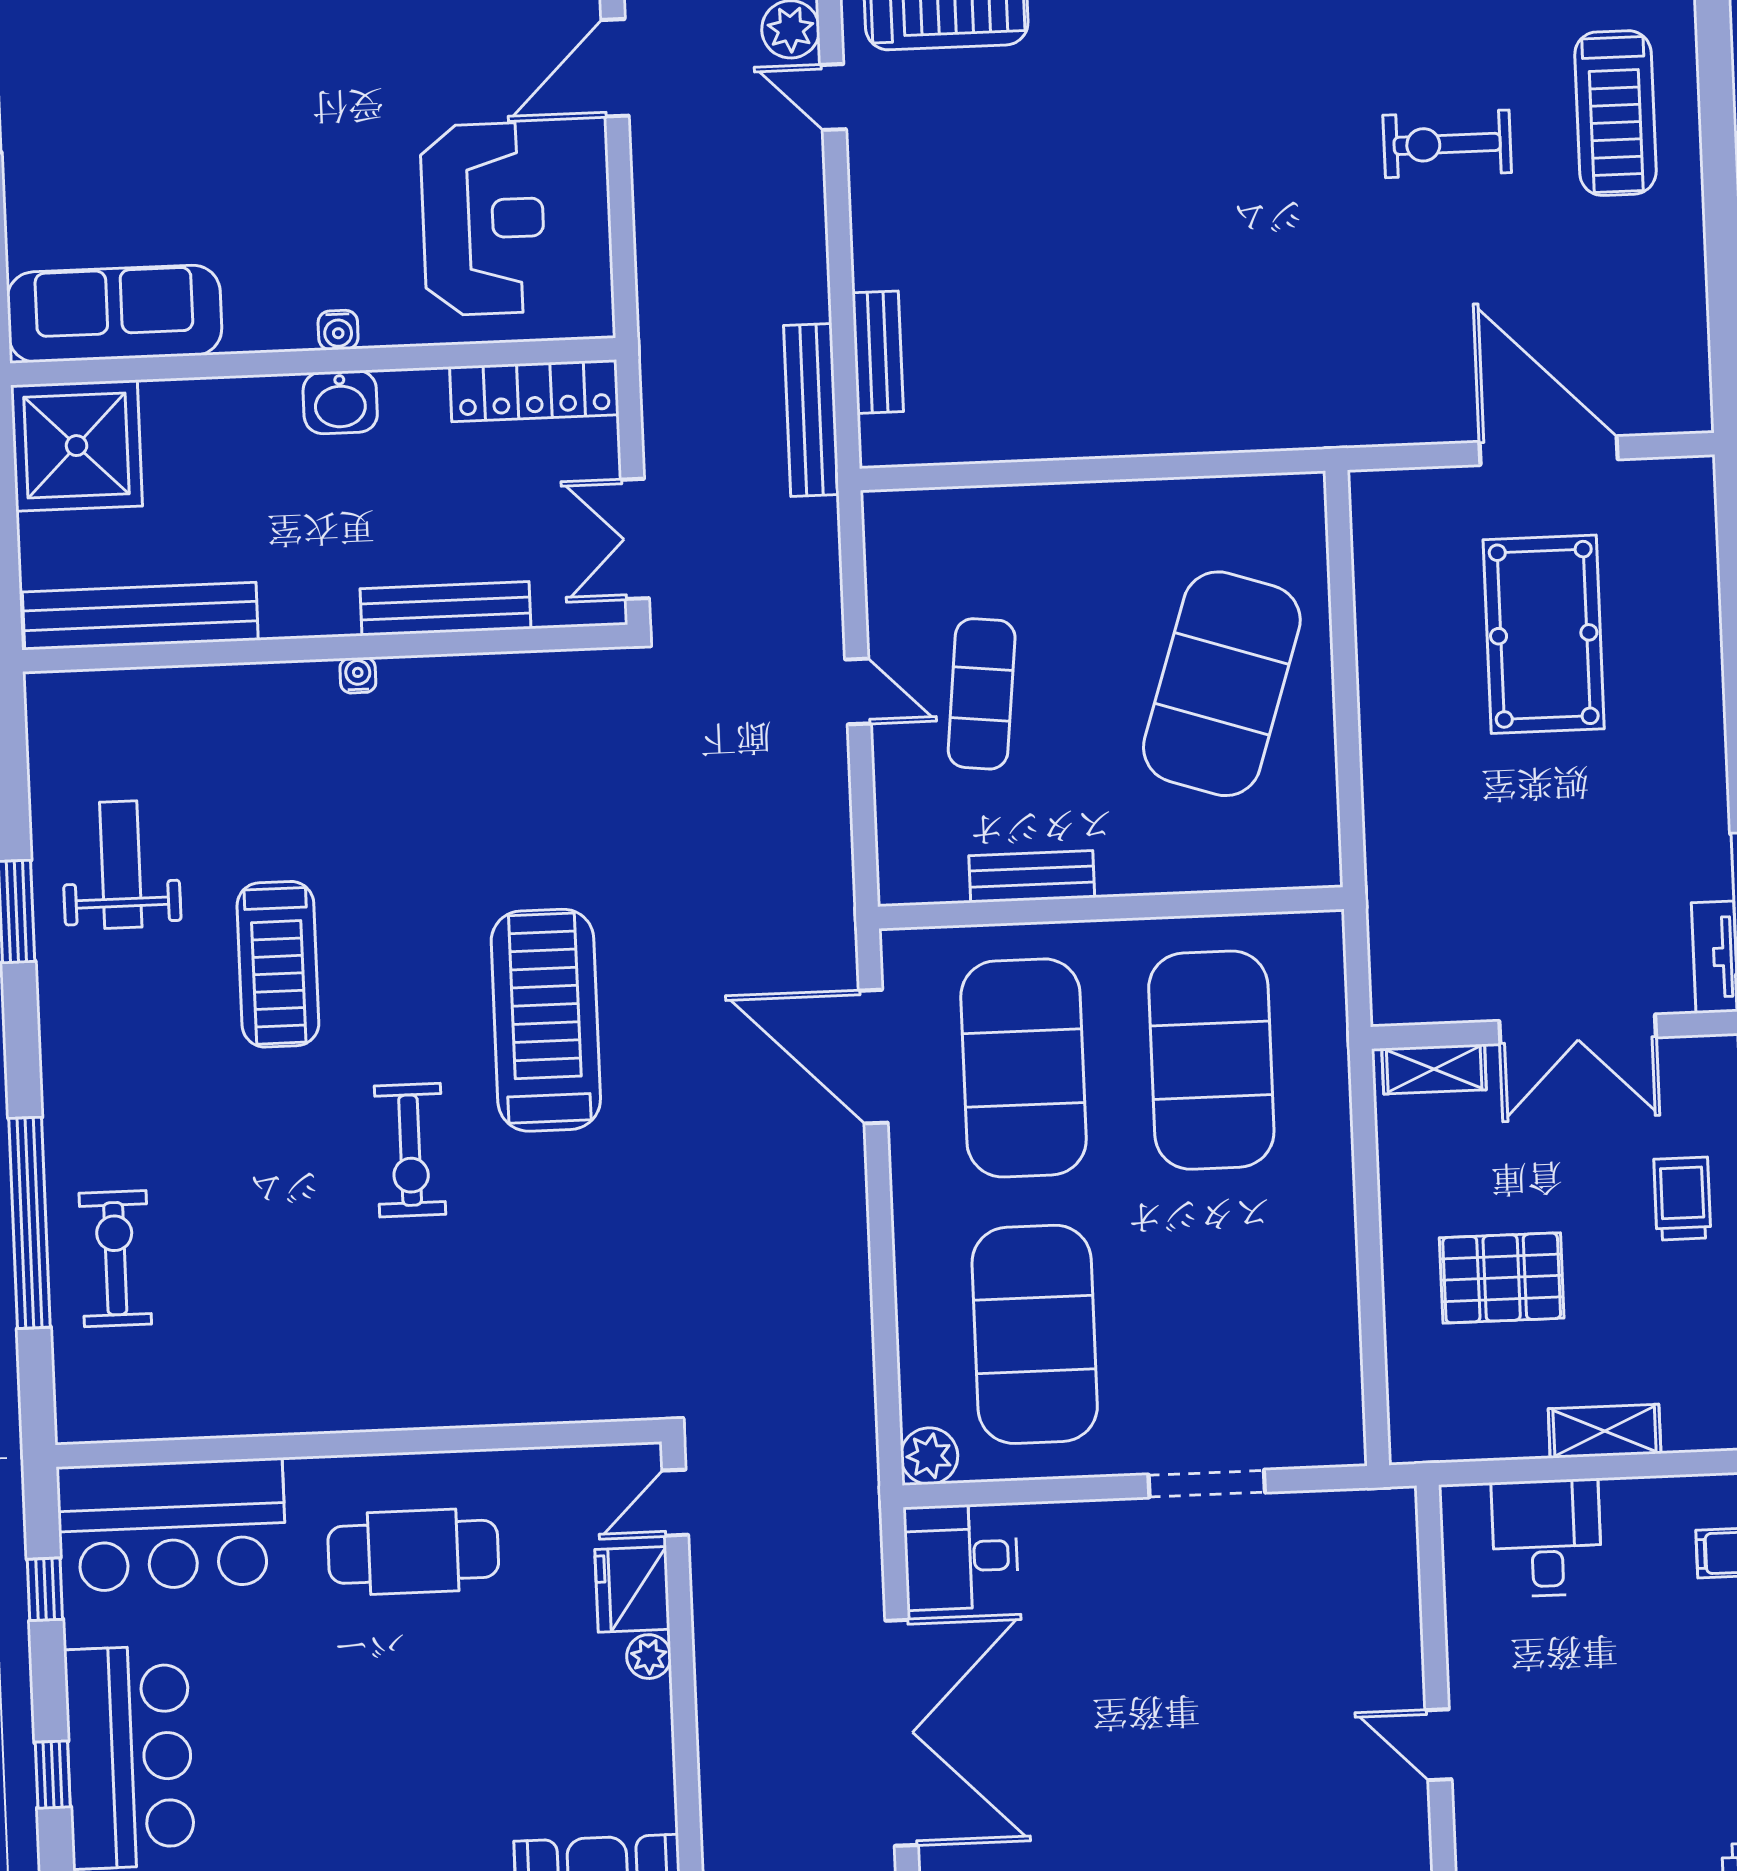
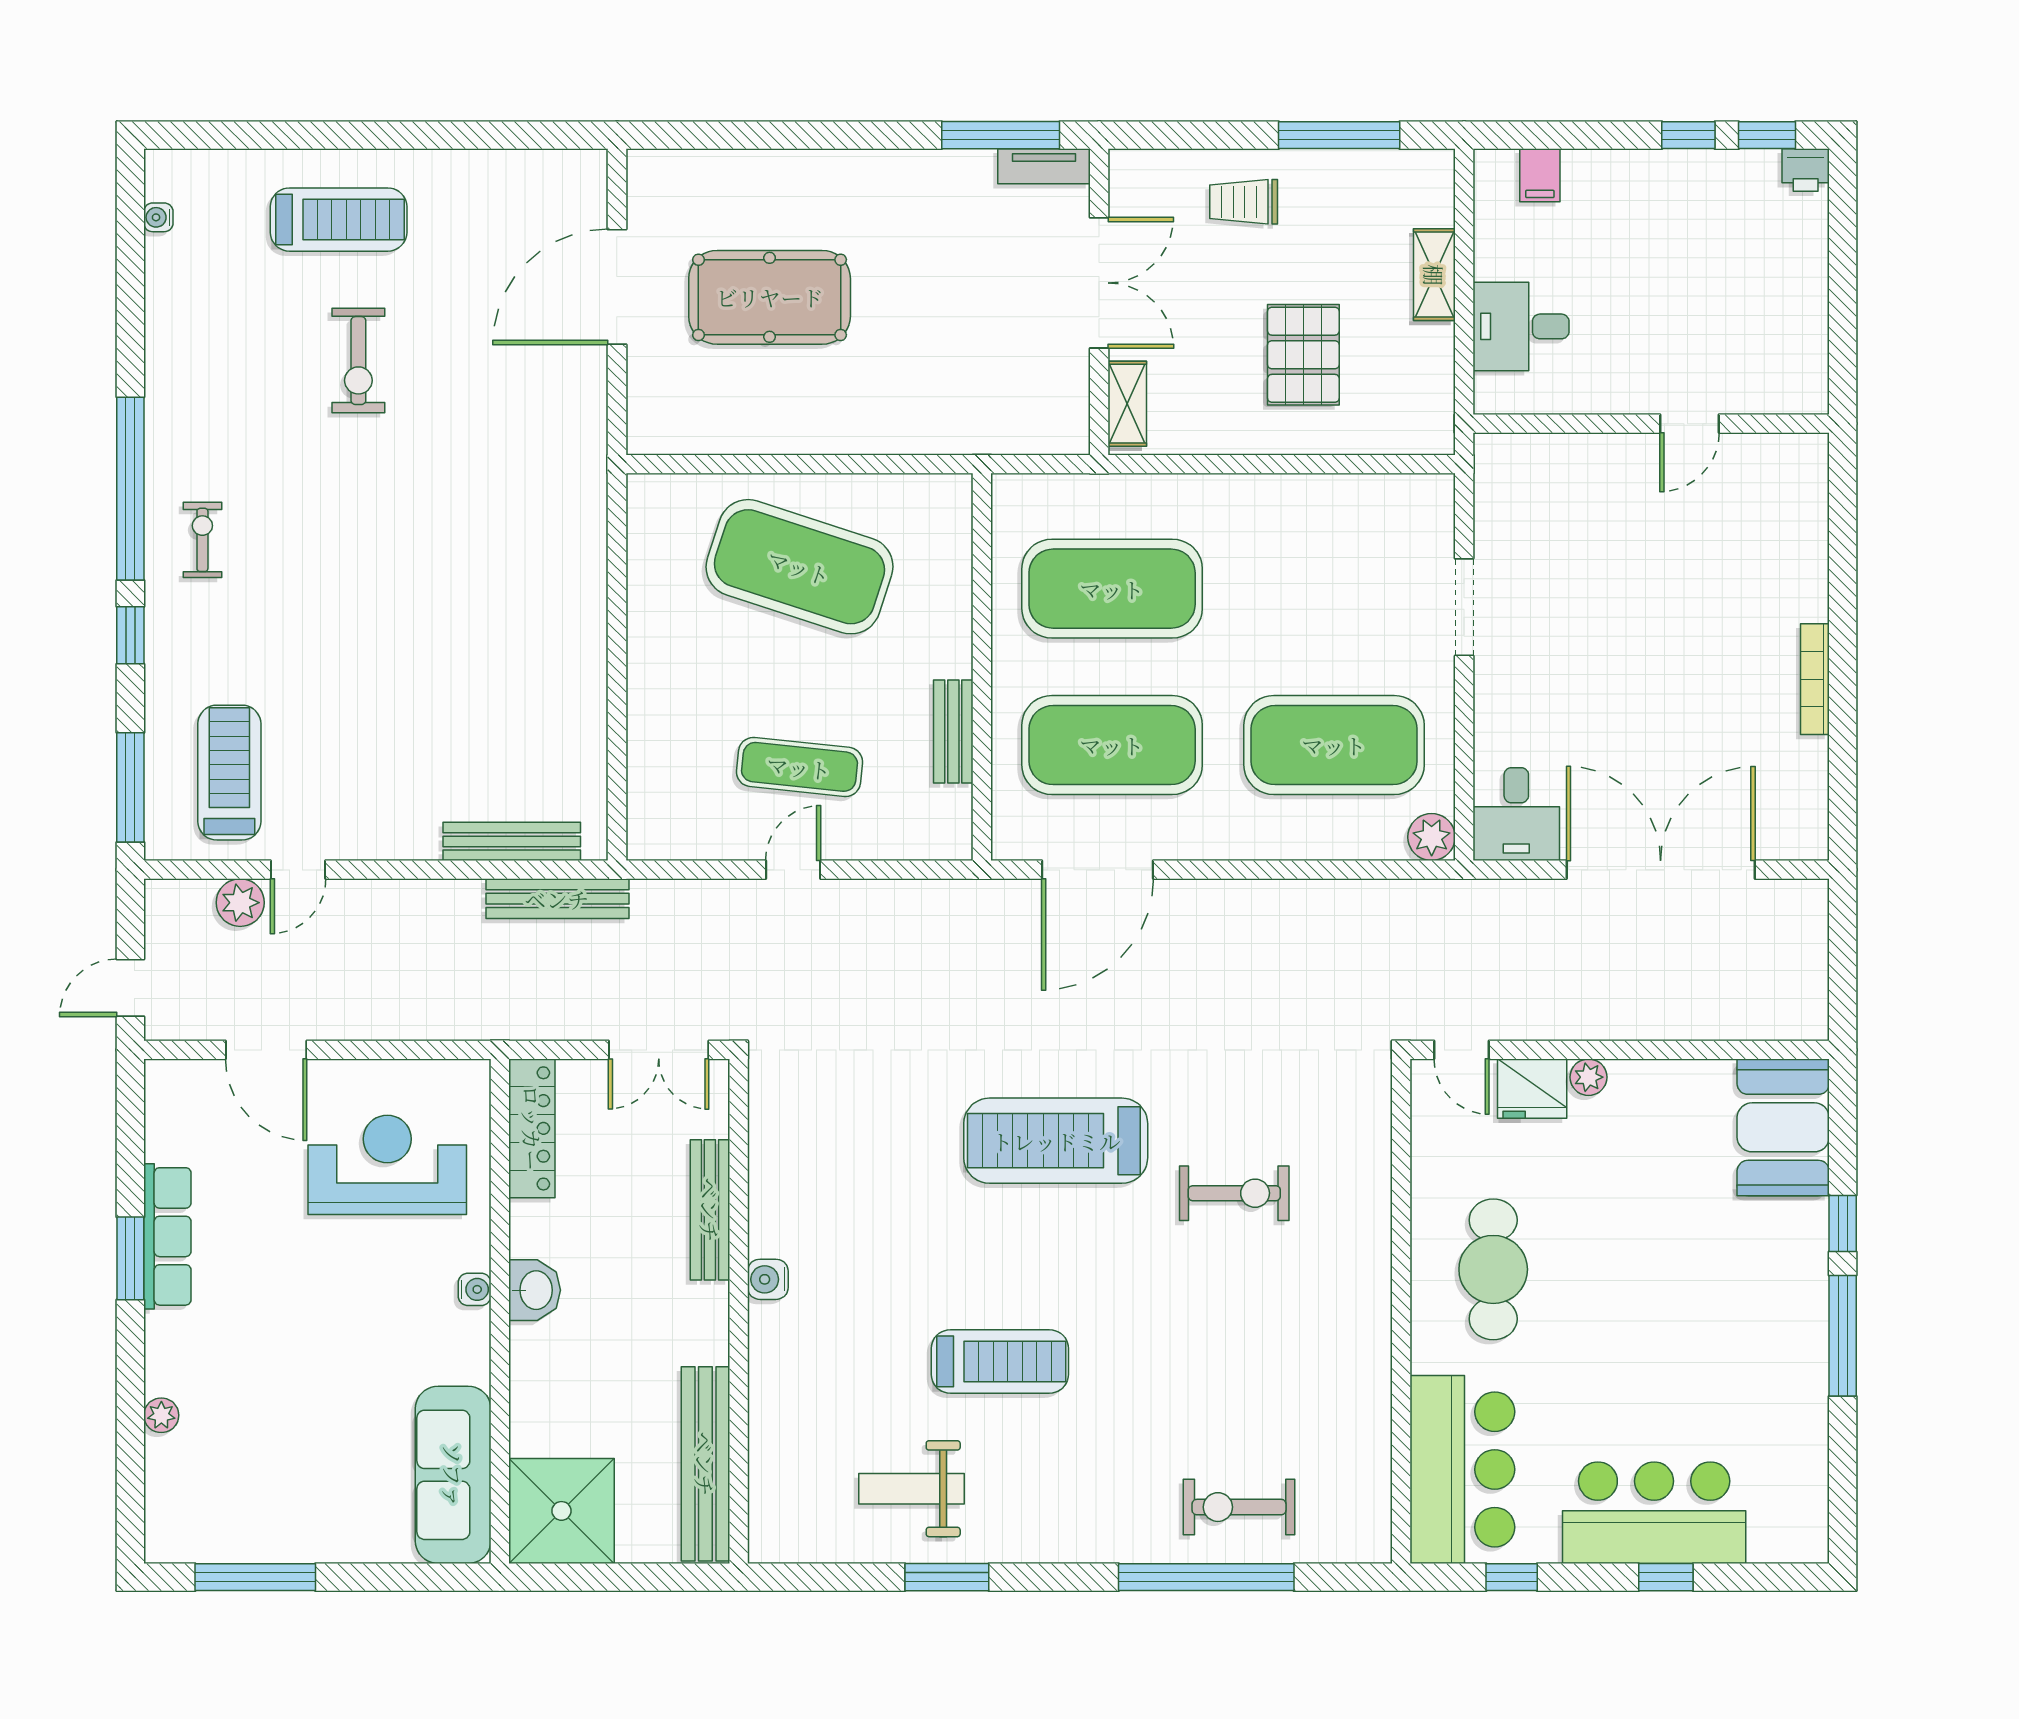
bench: (878, 352) -> (512, 841), width x1.36
water cooler: (358, 675) -> (768, 1279), width x1.38, depth x1.38
exercise bike: (410, 1150) -> (1234, 1193), moved

